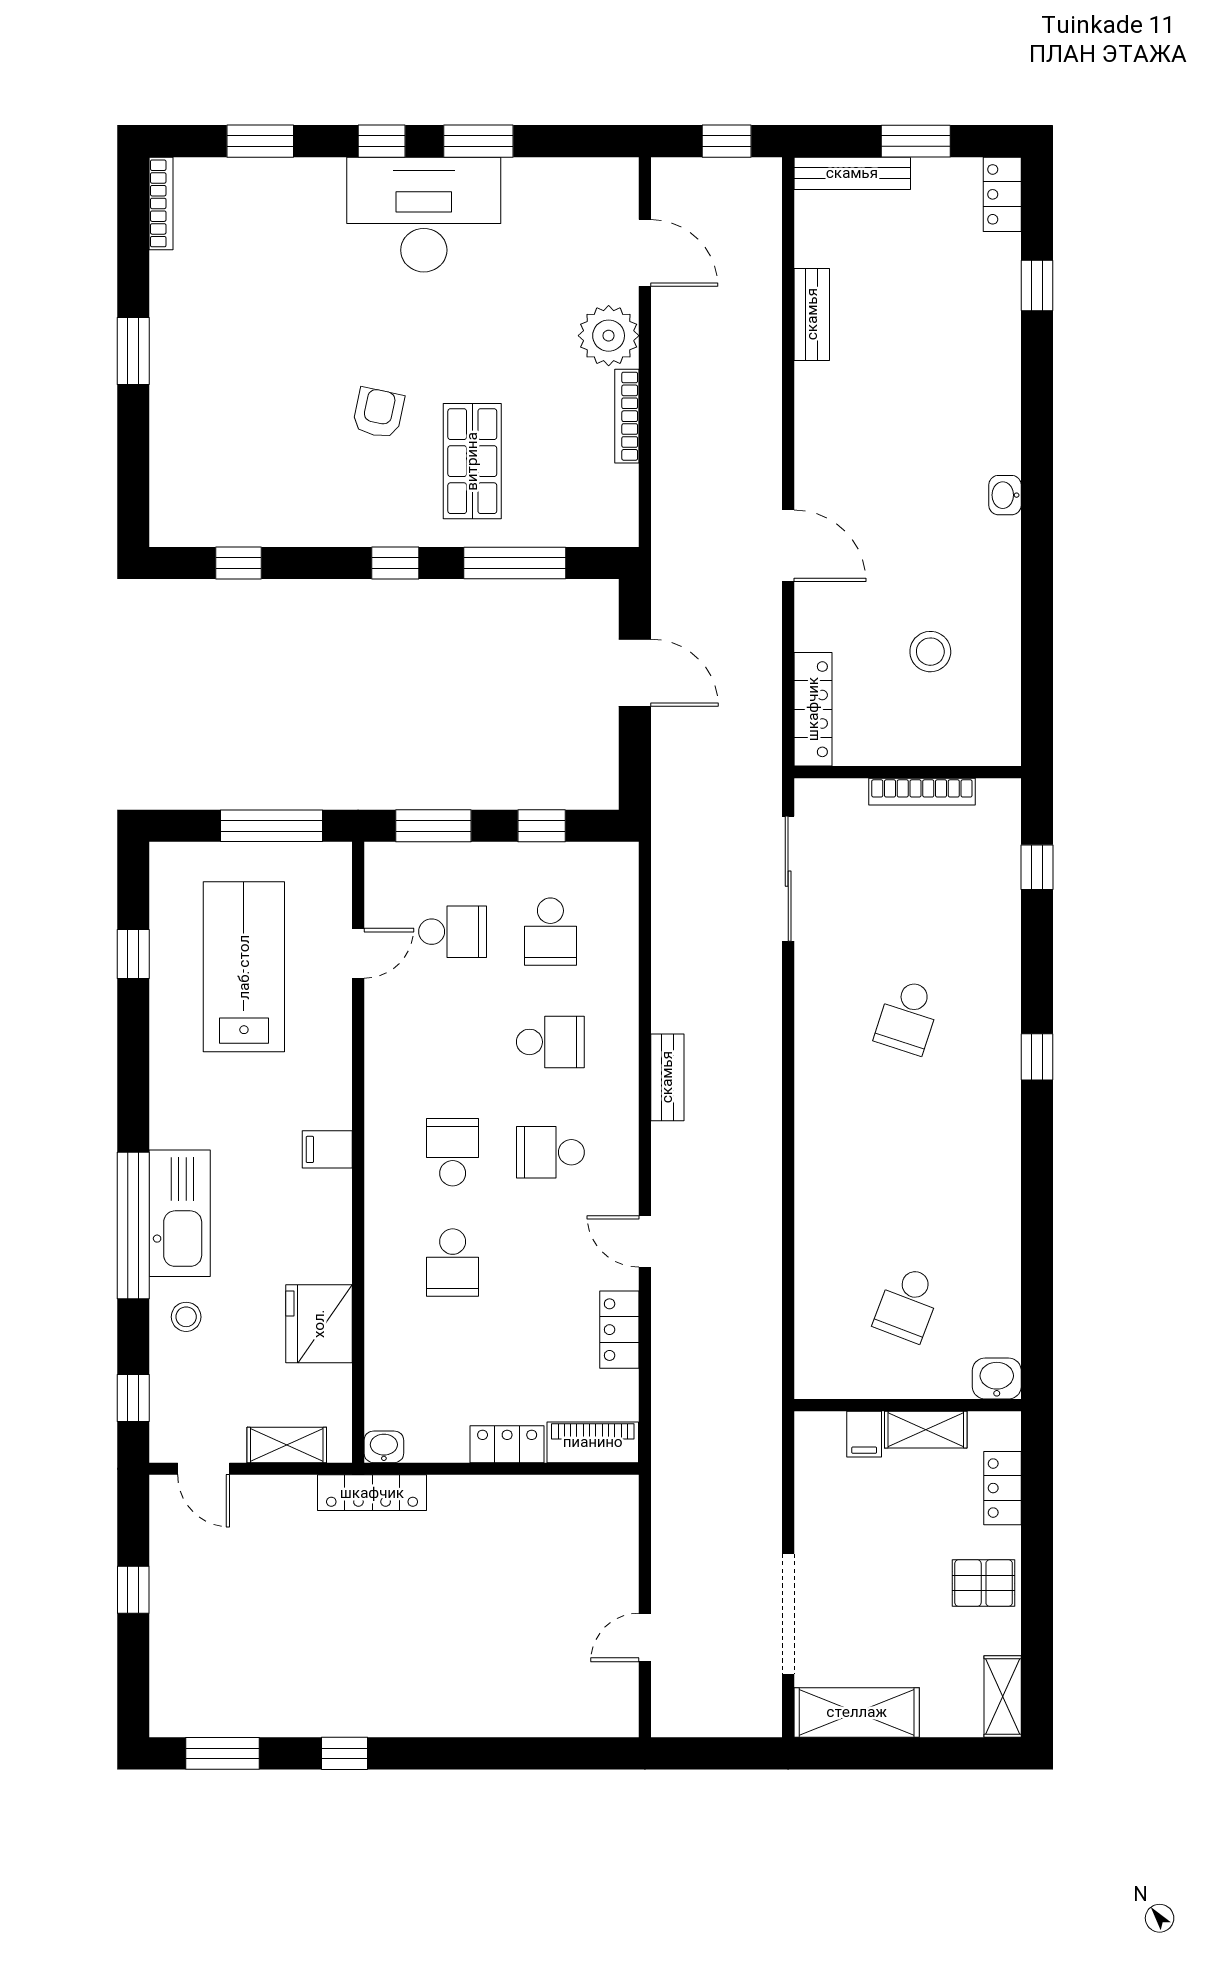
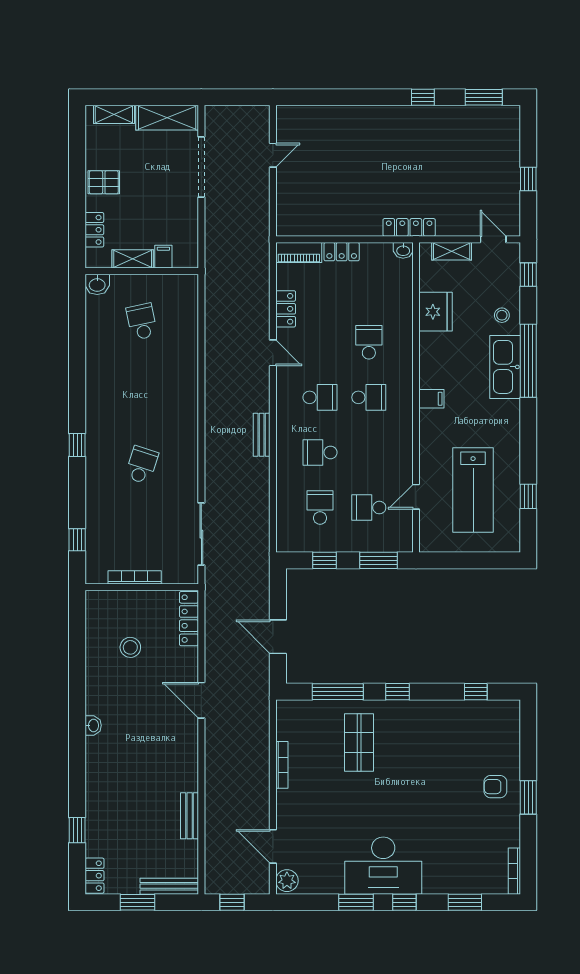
plant: (609, 336) -> (287, 881), moved, width x0.73, depth x0.73
armchair: (378, 413) -> (495, 787), moved, turned 78
window: (272, 826) -> (459, 560), removed
school desk: (453, 1152) -> (369, 397), turned -90
school desk: (908, 1304) -> (142, 322), turned -33
shelving: (1003, 1697) -> (114, 114), moved, turned 90

